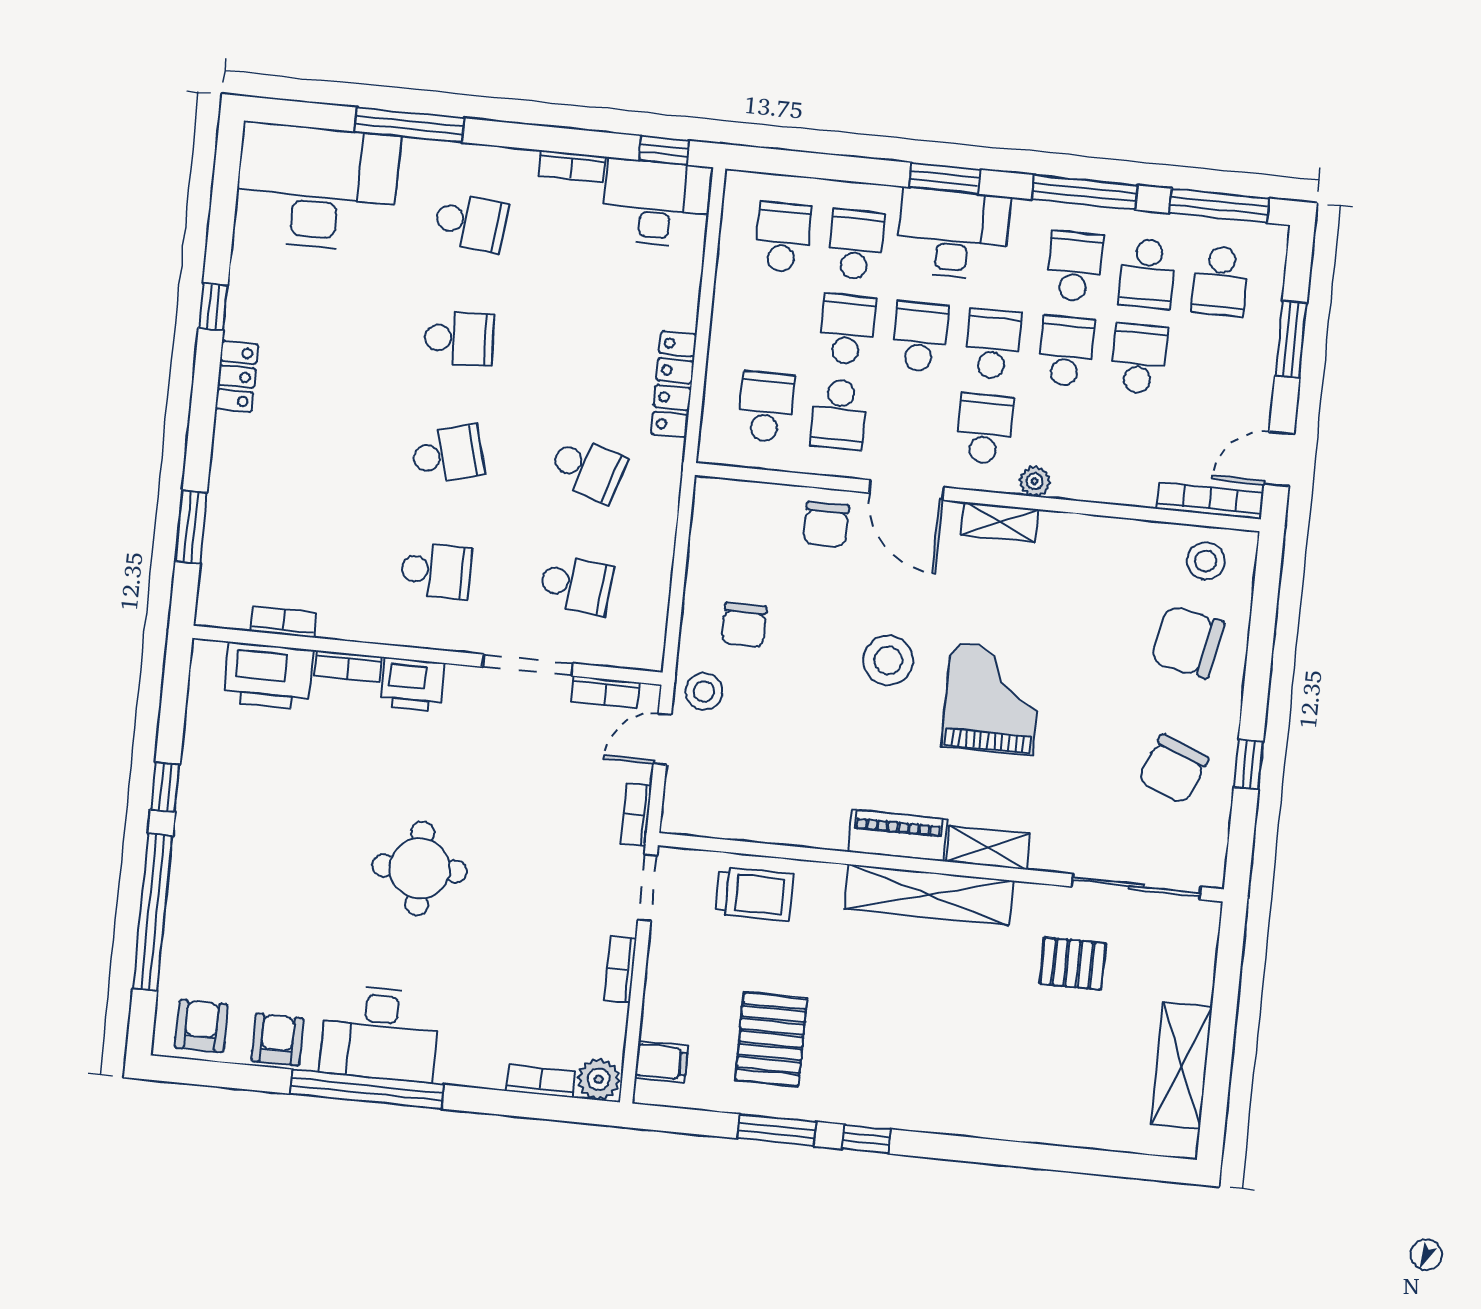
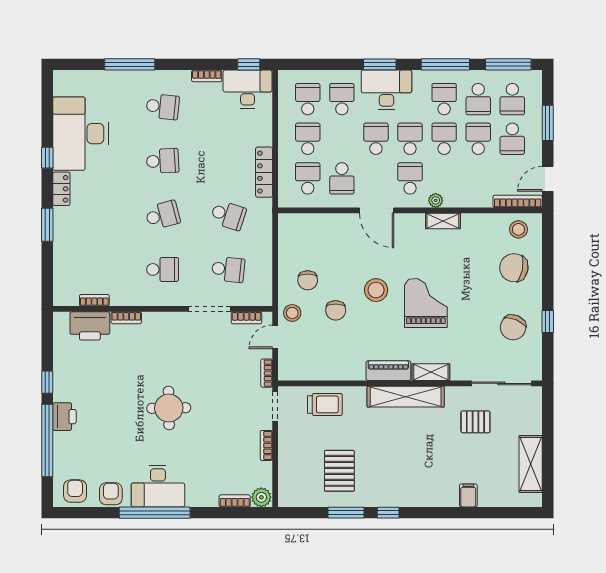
desk: (317, 187) -> (80, 134), moved, turned -90
school desk: (847, 329) -> (308, 139), moved
school desk: (1212, 366) -> (512, 139), added
shelving: (1000, 522) -> (443, 221), moved
chair: (826, 524) -> (336, 310), moved
window: (191, 527) -> (47, 225), moved
printer: (412, 685) -> (64, 417), moved, turned -90
filing cabinet: (661, 1062) -> (468, 495), moved, turned -90

